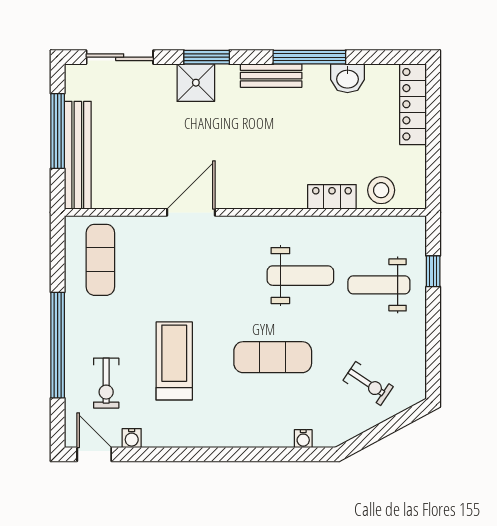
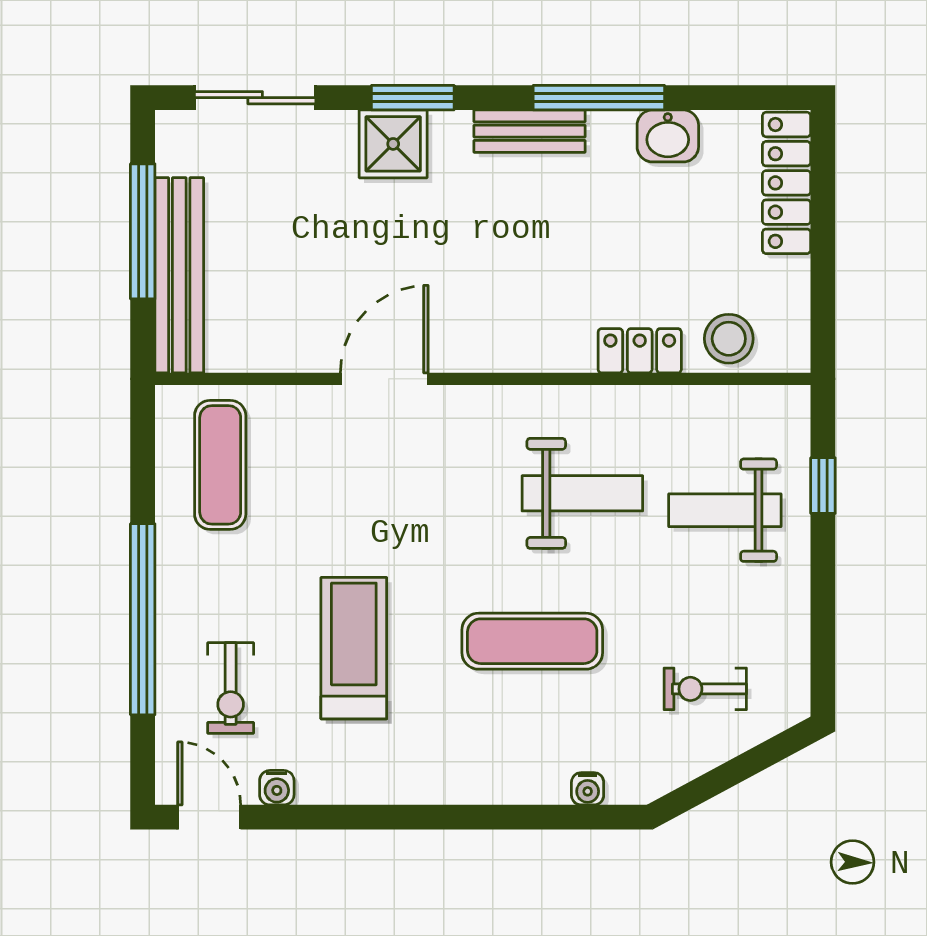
exercise bike: (368, 384) -> (705, 689), turned 146

